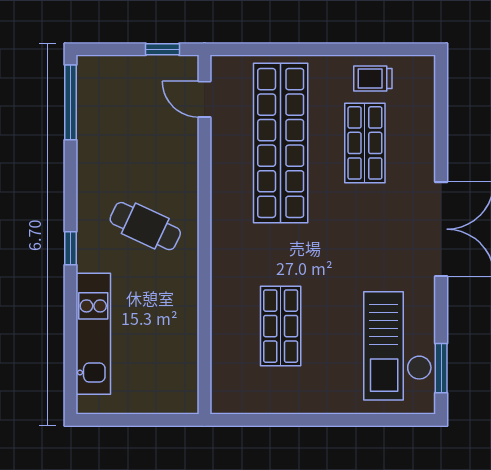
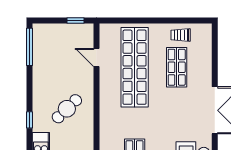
door: (204, 99) -> (96, 57), moved
cafe table: (145, 226) -> (67, 109), turned -69

